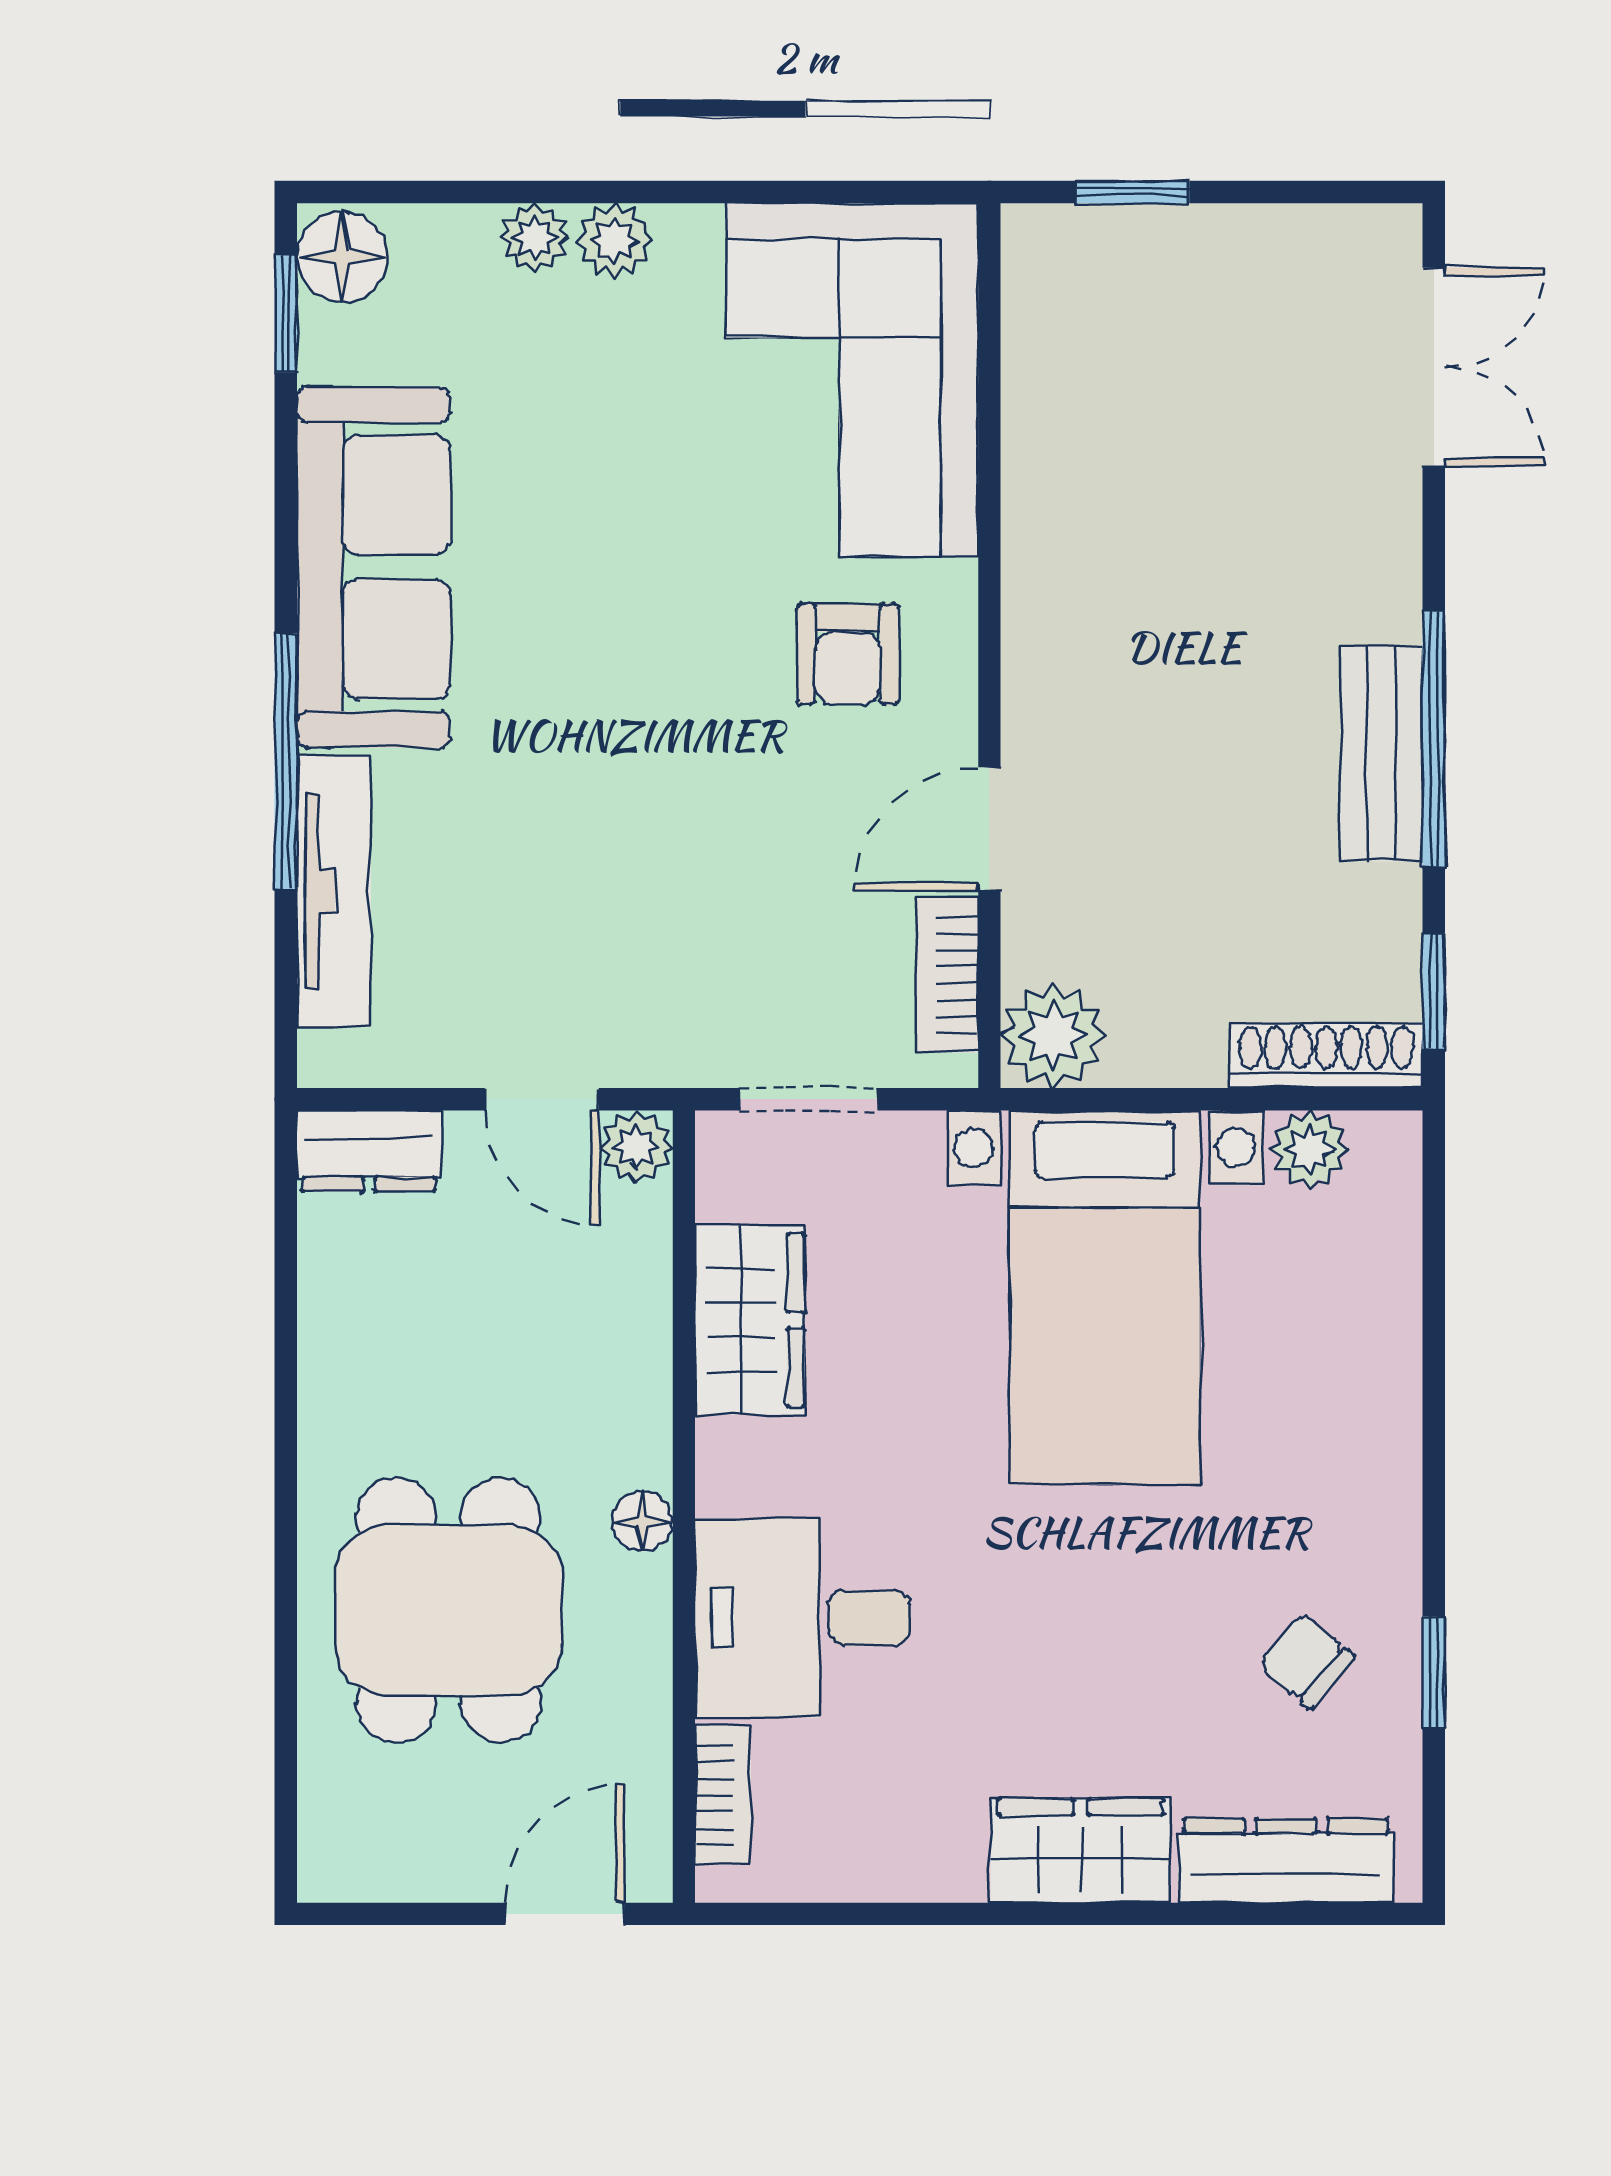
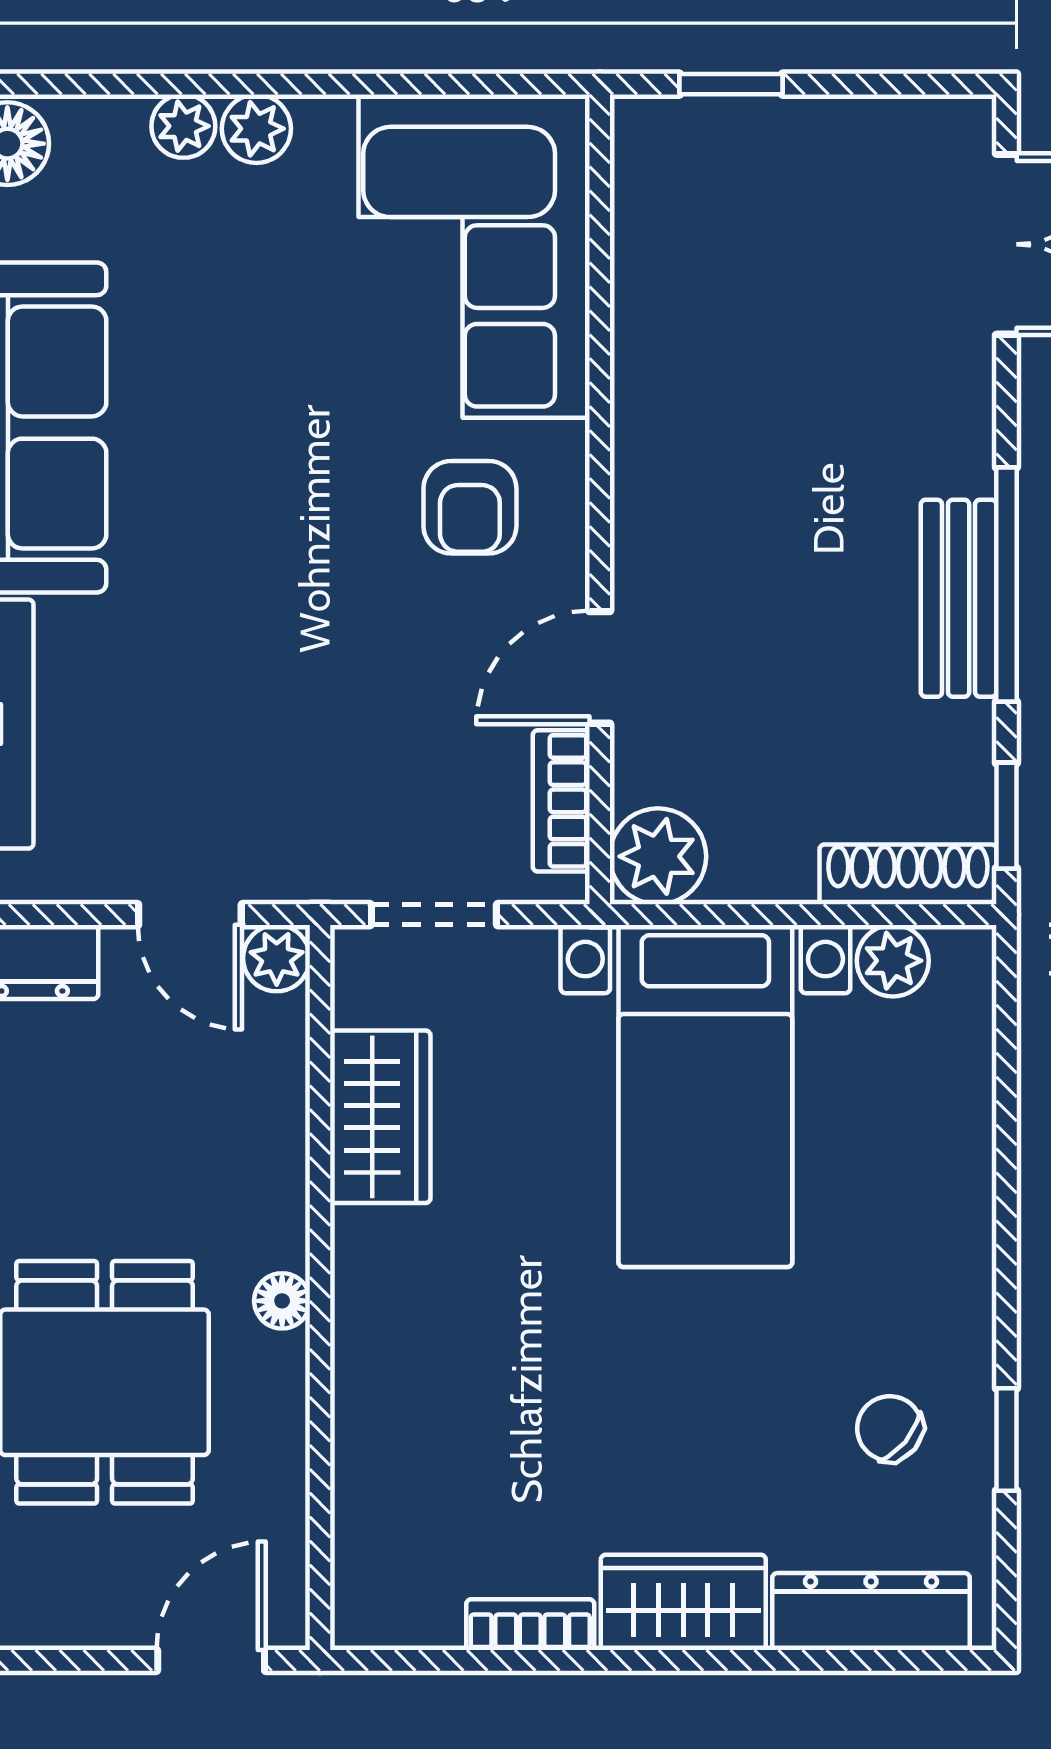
desk: (802, 1618) -> (429, 1389), removed
bookcase: (723, 1795) -> (530, 1625), moved, turned -90

